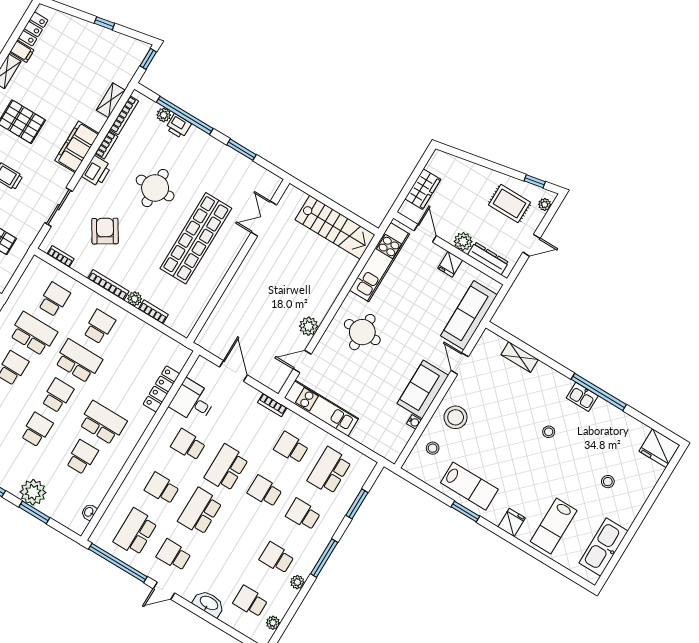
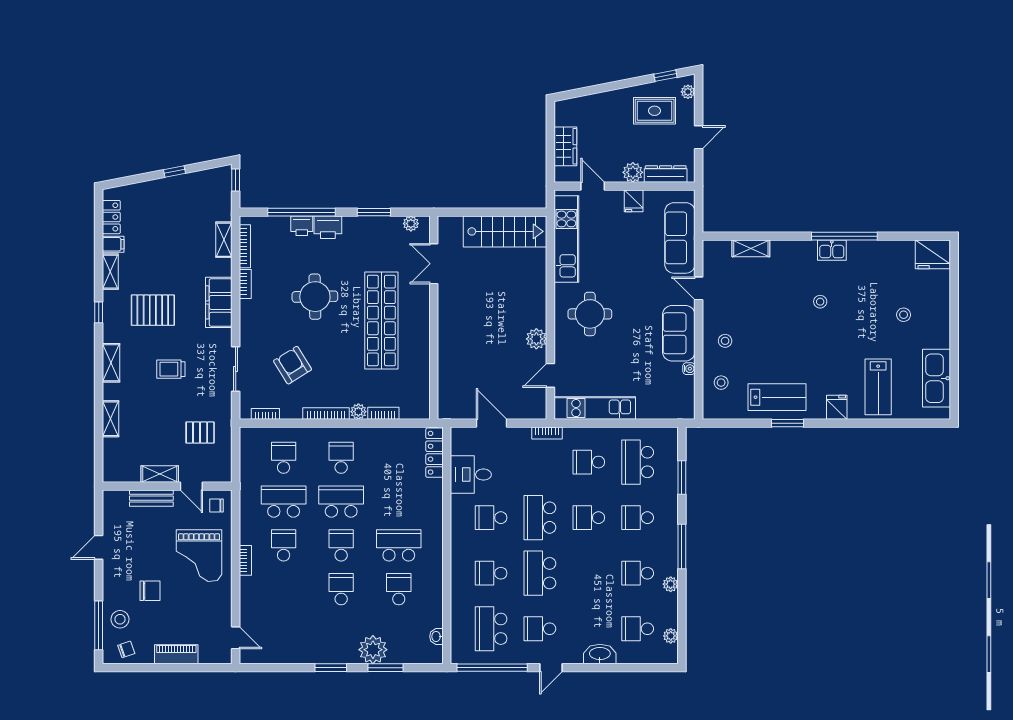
plant: (164, 115) -> (411, 224), moved
printer: (97, 171) -> (328, 227), moved, turned 90
locker: (161, 389) -> (434, 453), moved
stool: (456, 417) -> (725, 341), width x0.53, depth x0.53

